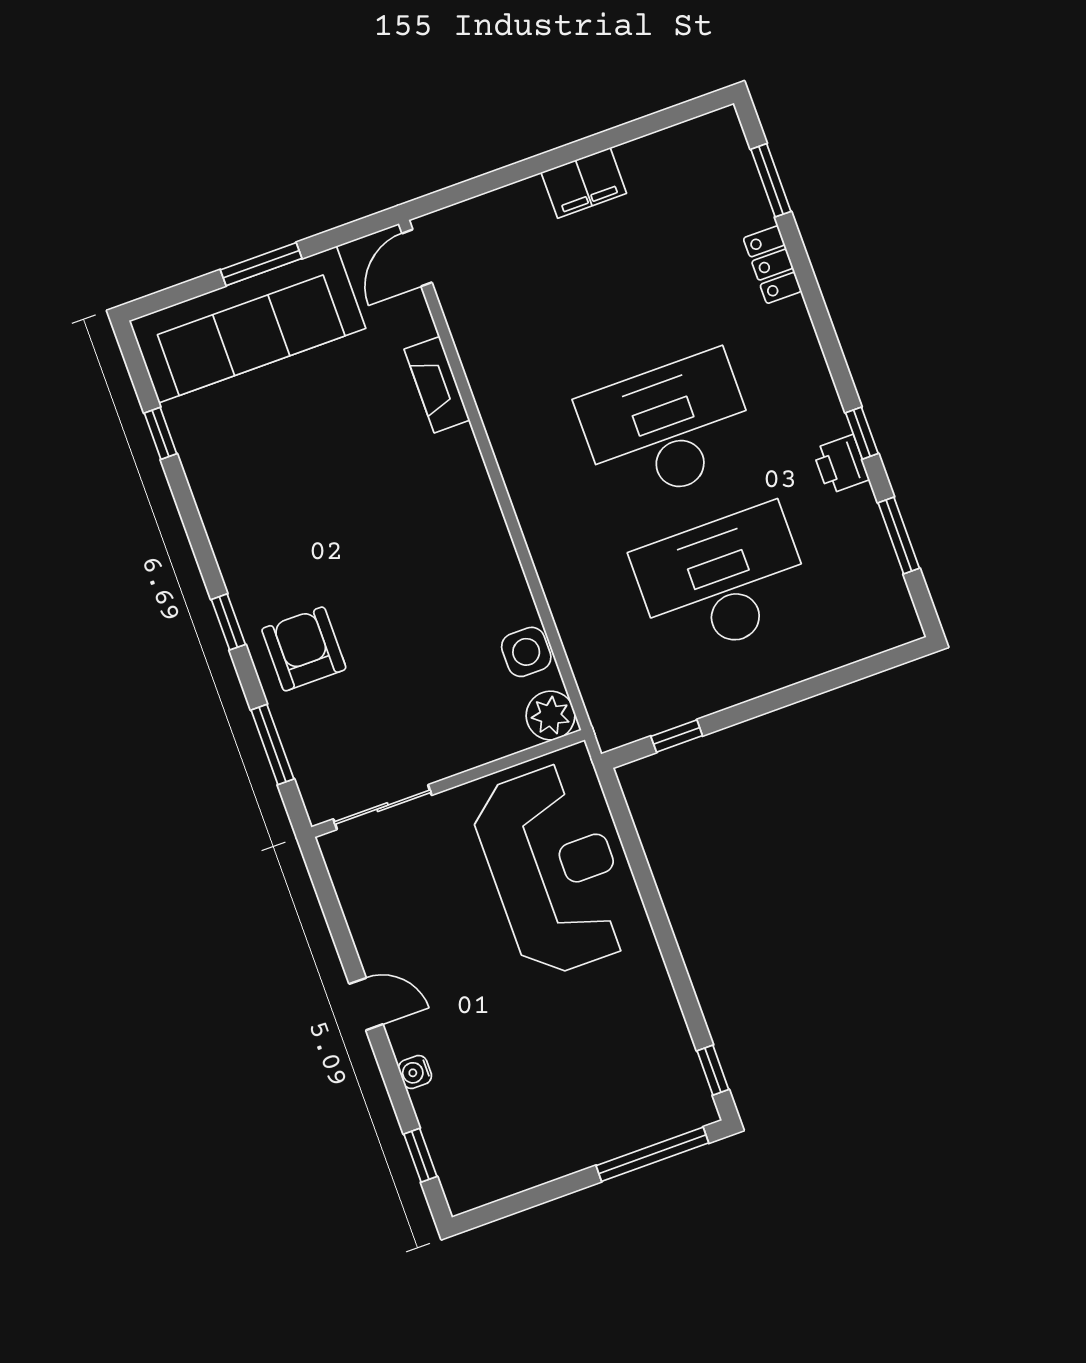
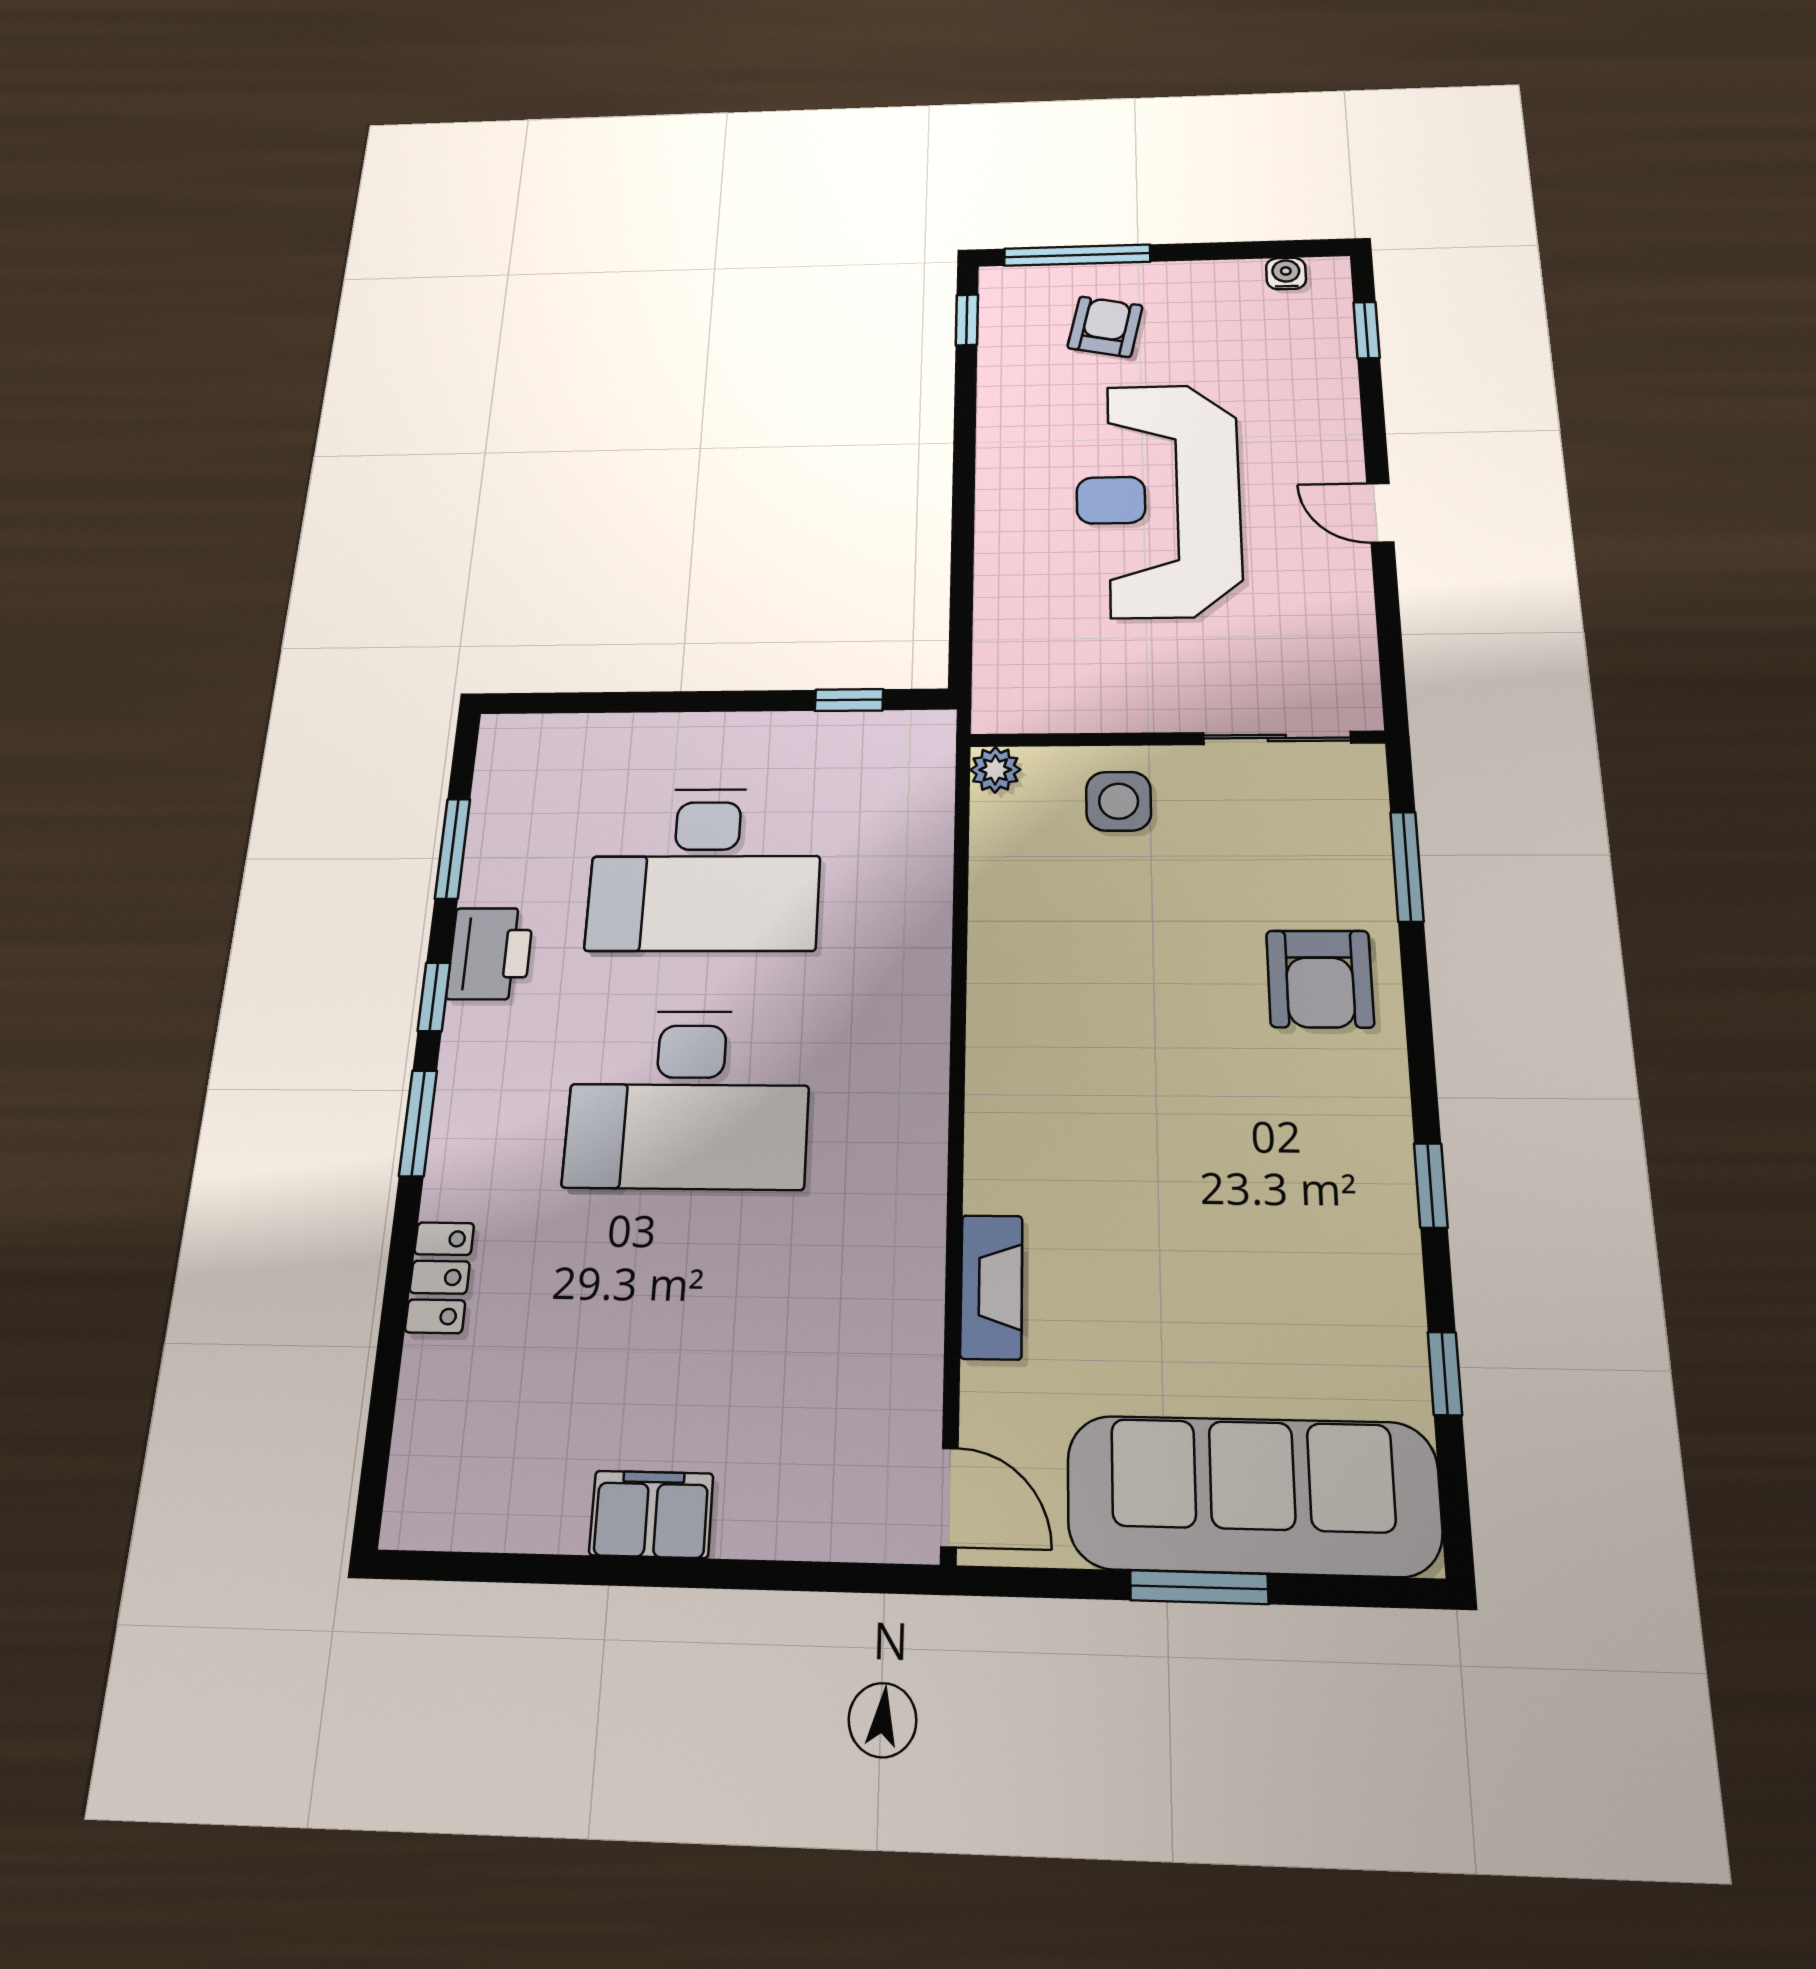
window: (771, 180) -> (418, 1123), moved
door: (417, 258) -> (949, 1497), hinge flipped
printer: (841, 464) -> (490, 954), width x1.36, depth x1.24
window: (228, 622) -> (1431, 1185), moved
side table: (526, 652) -> (1119, 801), moved
plant: (550, 716) -> (995, 770), width x0.73, depth x0.73
reception desk: (554, 870) -> (1158, 499), moved
water cooler: (415, 1072) -> (1286, 273), moved, turned -90
armchair: (609, 1097) -> (1105, 327), added

